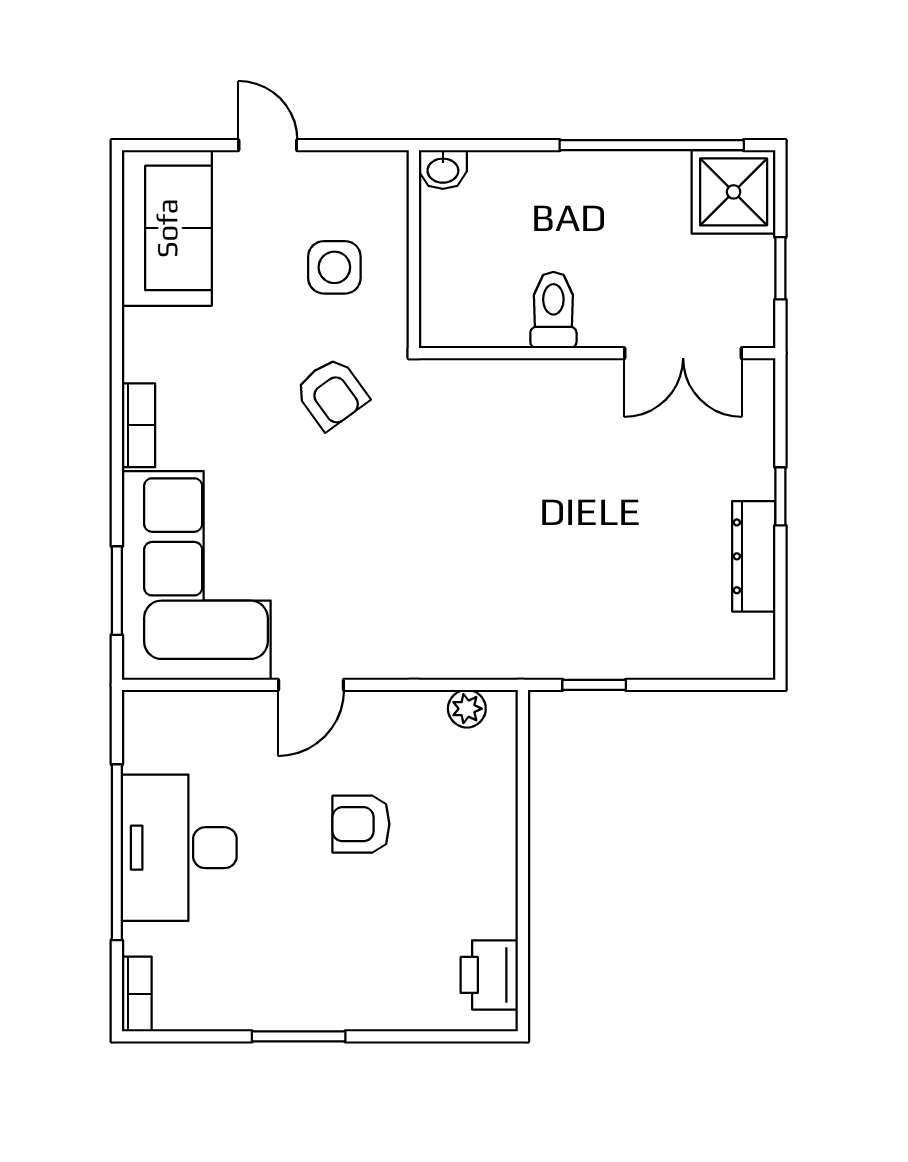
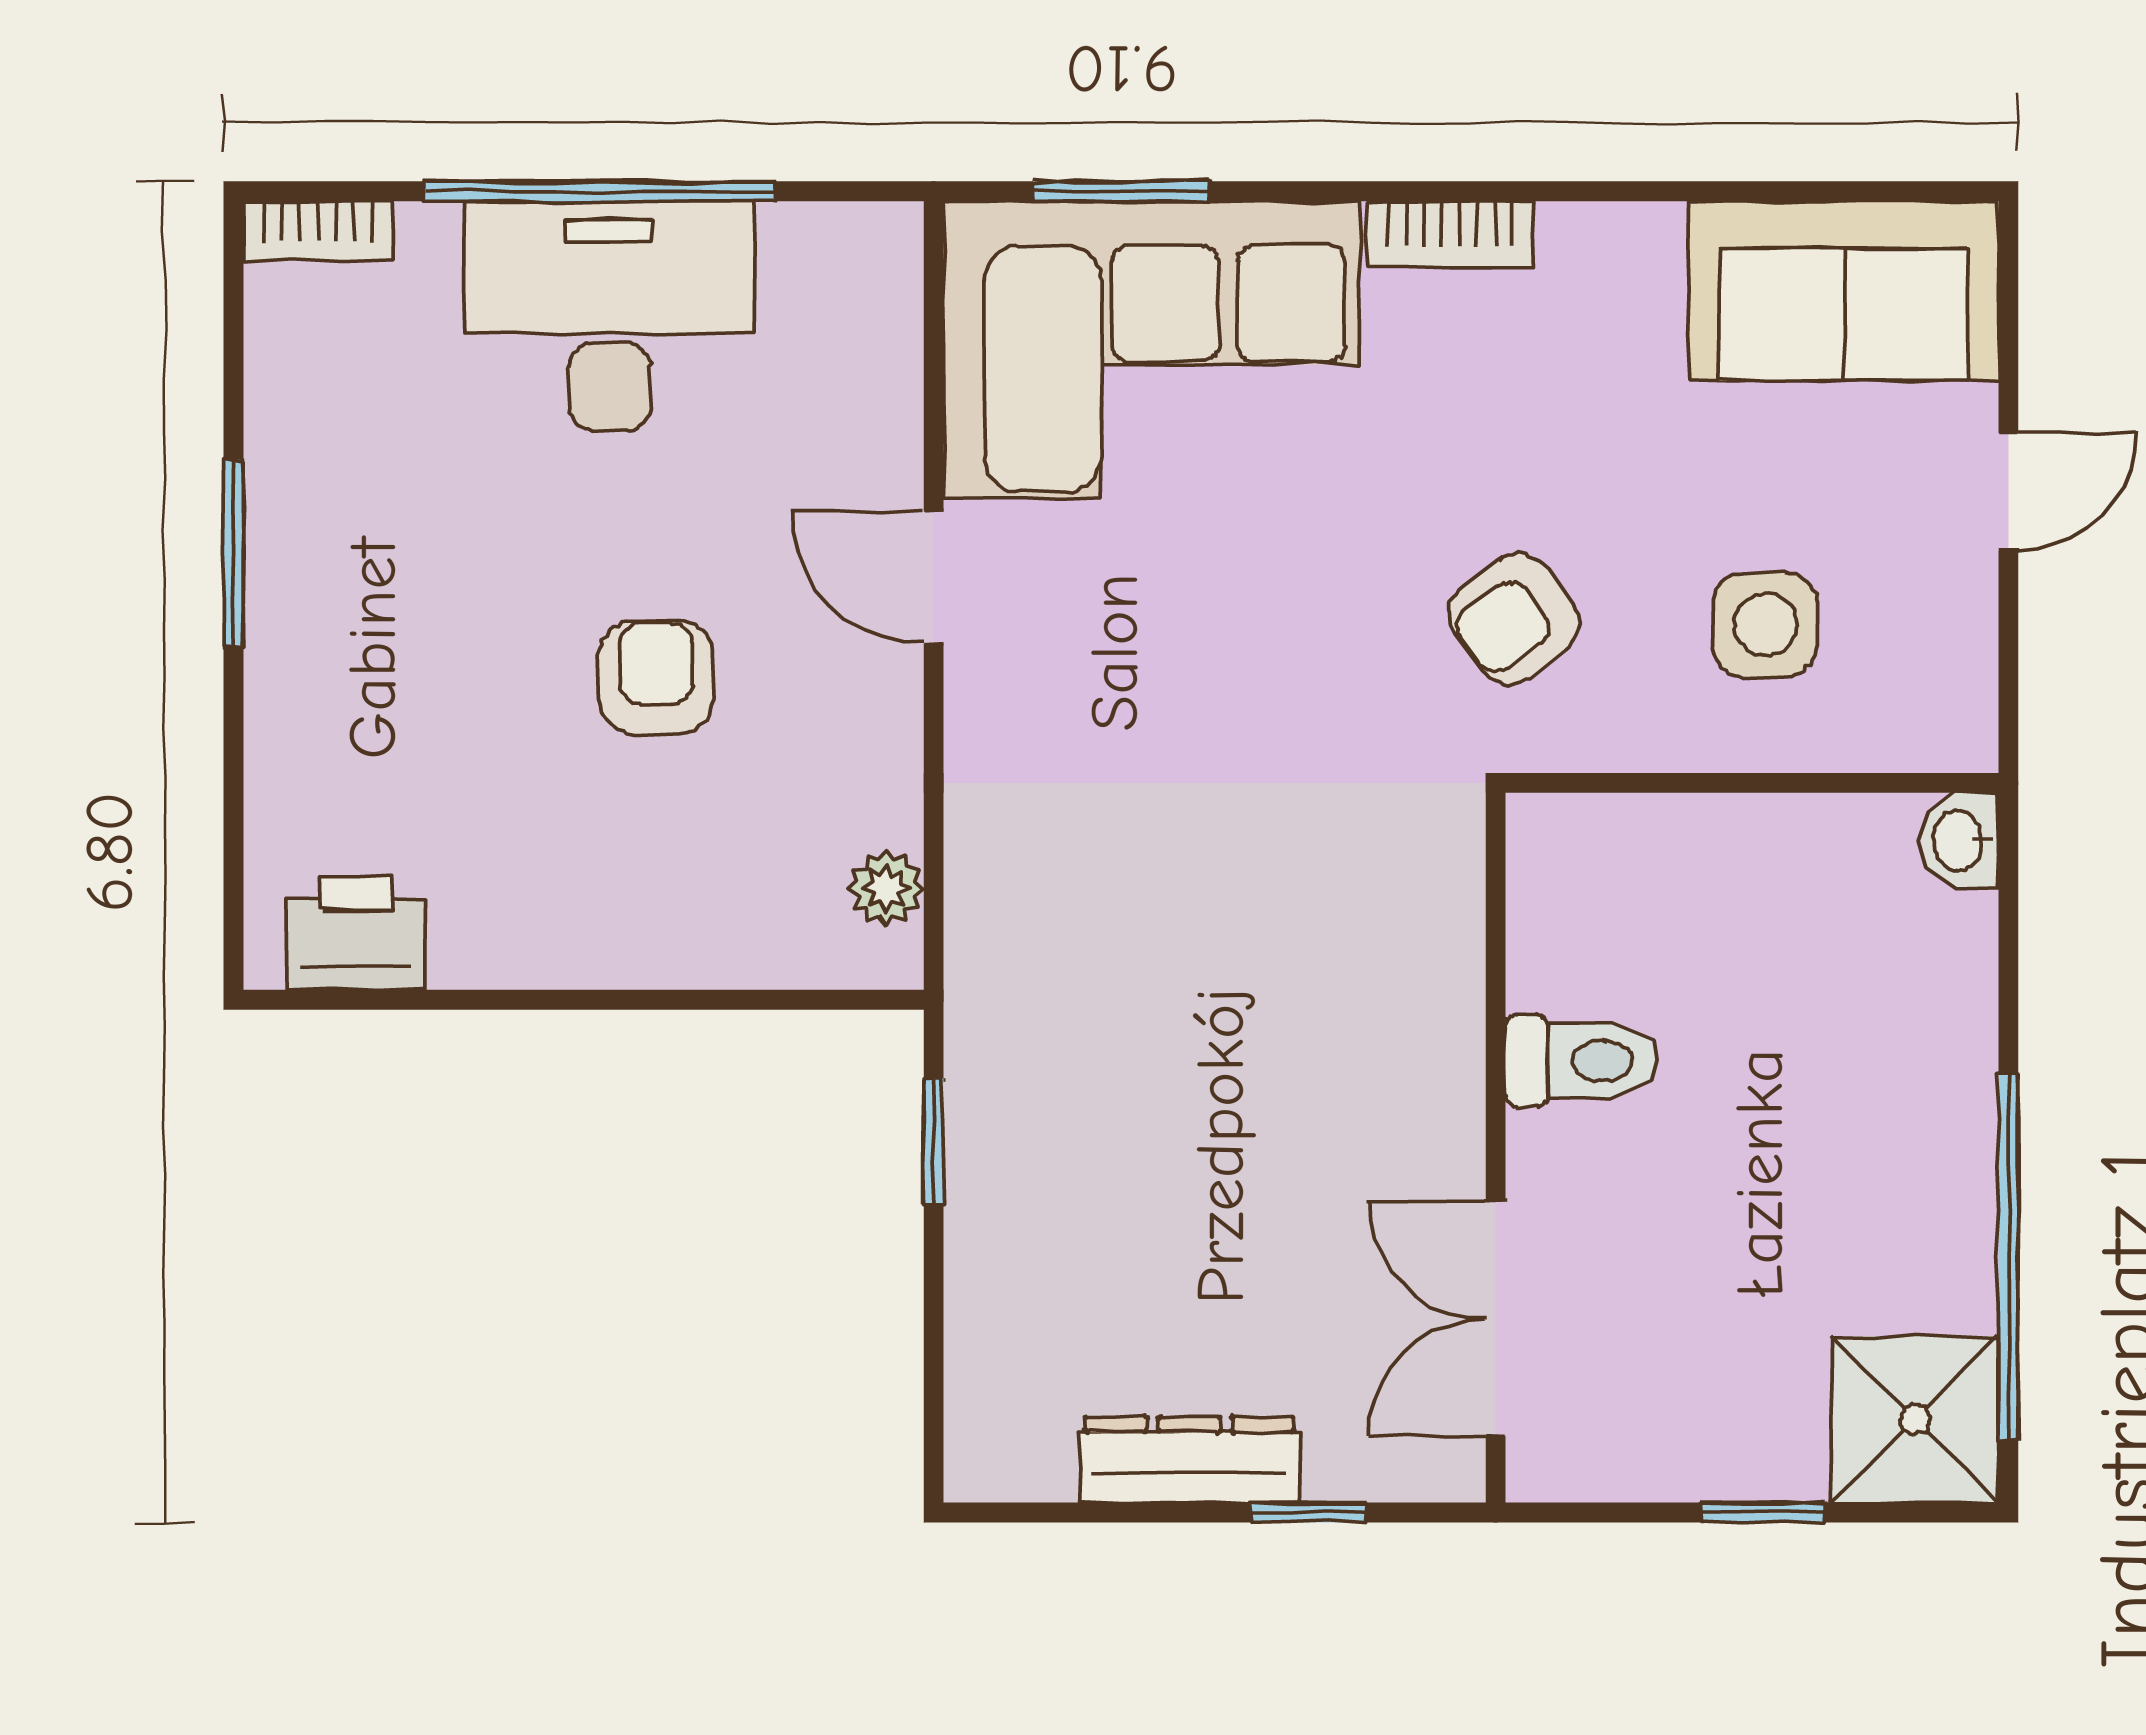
toilet: (553, 310) -> (1581, 1061), moved
wall: (597, 353) -> (1496, 1148), moved
double door: (683, 353) -> (1496, 1319), moved

